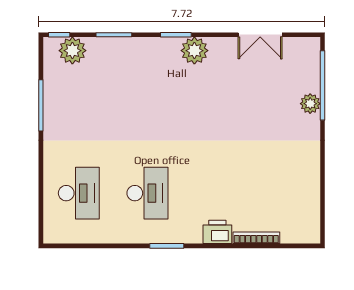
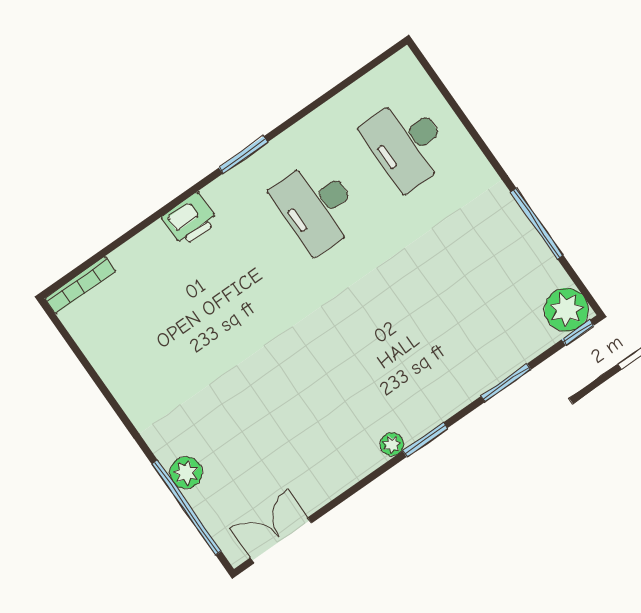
double door: (260, 35) -> (281, 540), moved
plant: (72, 51) -> (566, 310), moved
plant: (194, 51) -> (392, 444), width x0.53, depth x0.53
bookcase: (256, 238) -> (80, 285), moved

